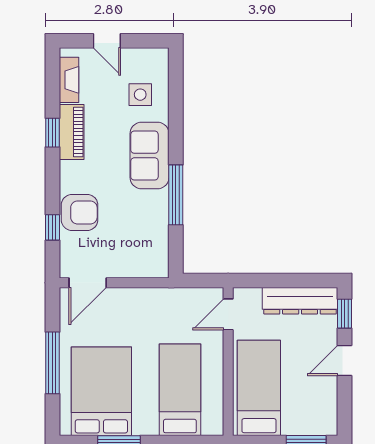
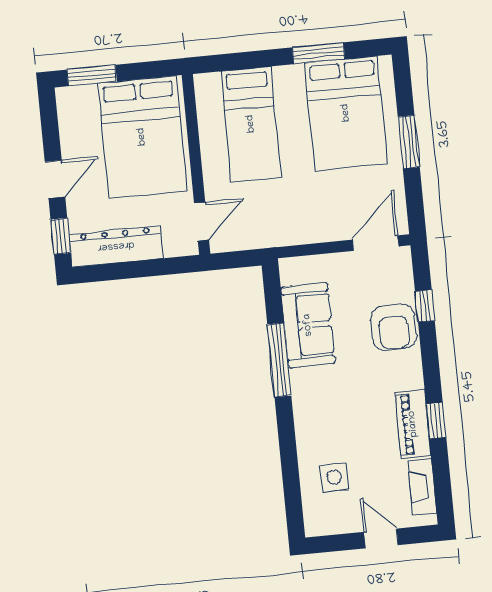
sofa: (149, 156) -> (308, 325), moved
armchair: (80, 212) -> (394, 327), turned -90
window: (52, 363) -> (409, 142), width x0.69
bed: (259, 388) -> (142, 137), width x1.50

